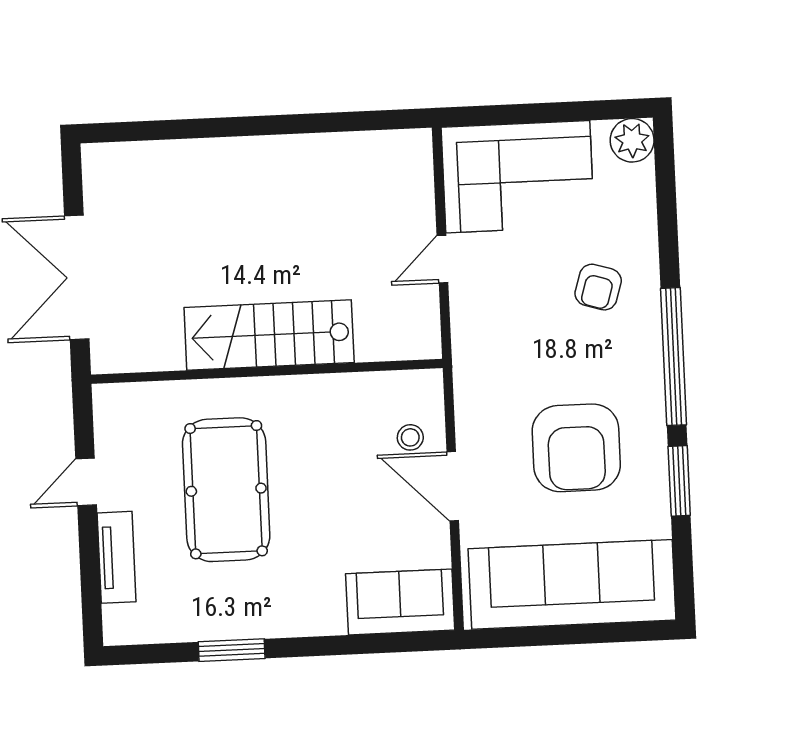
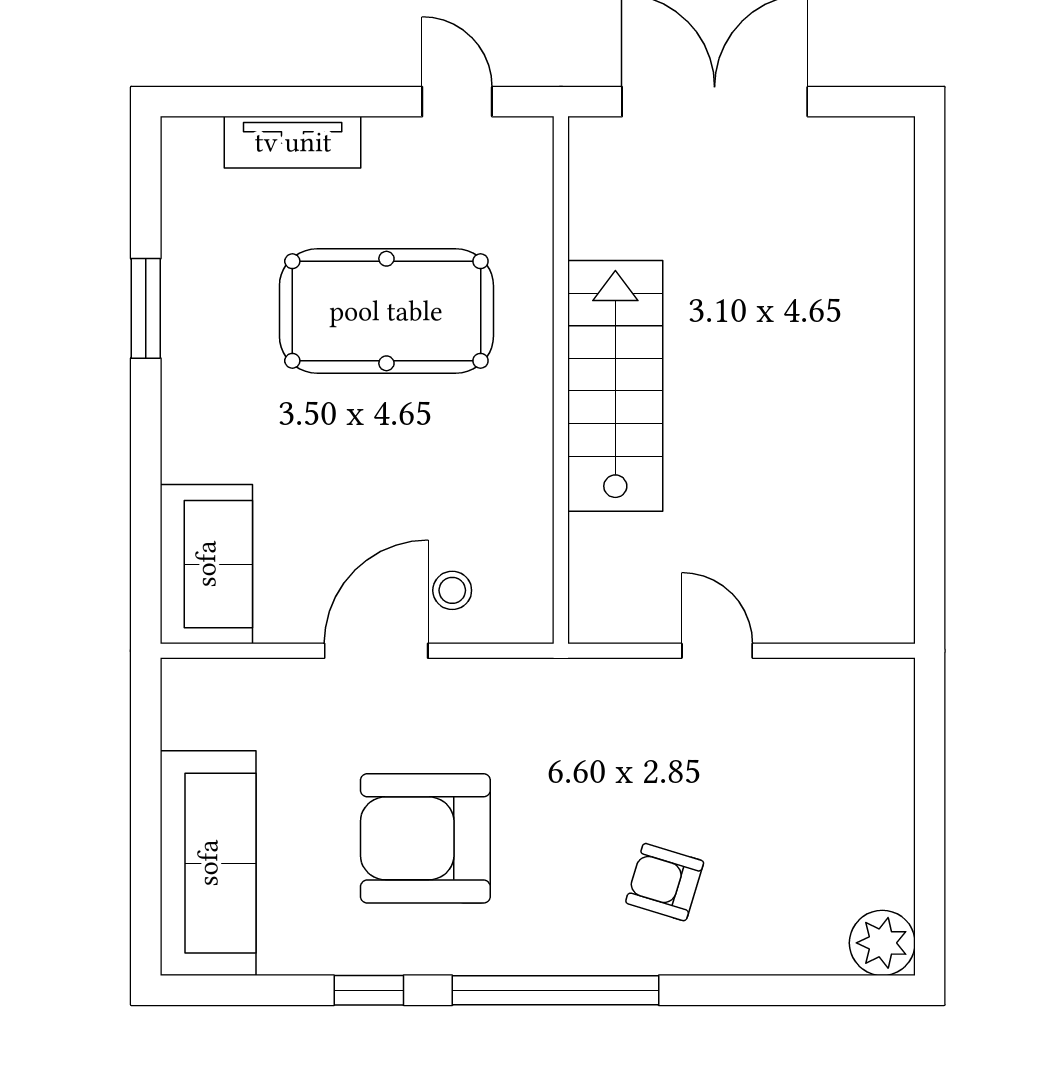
corner sofa: (518, 177) -> (836, 769), removed
window: (679, 481) -> (369, 990), width x0.67
door: (86, 482) -> (457, 102), moved
sofa: (572, 584) -> (208, 863), width x0.74, depth x0.79

